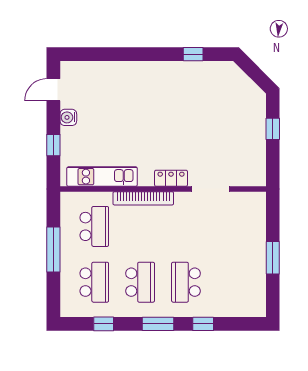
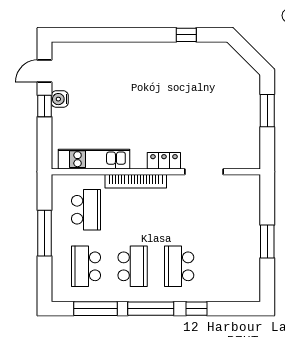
window: (273, 129) -> (267, 111), width x1.50
window: (53, 145) -> (44, 106), moved
school desk: (94, 282) -> (86, 266), turned 180
window: (104, 324) -> (96, 309), width x2.17
window: (158, 324) -> (151, 309), width x1.44

